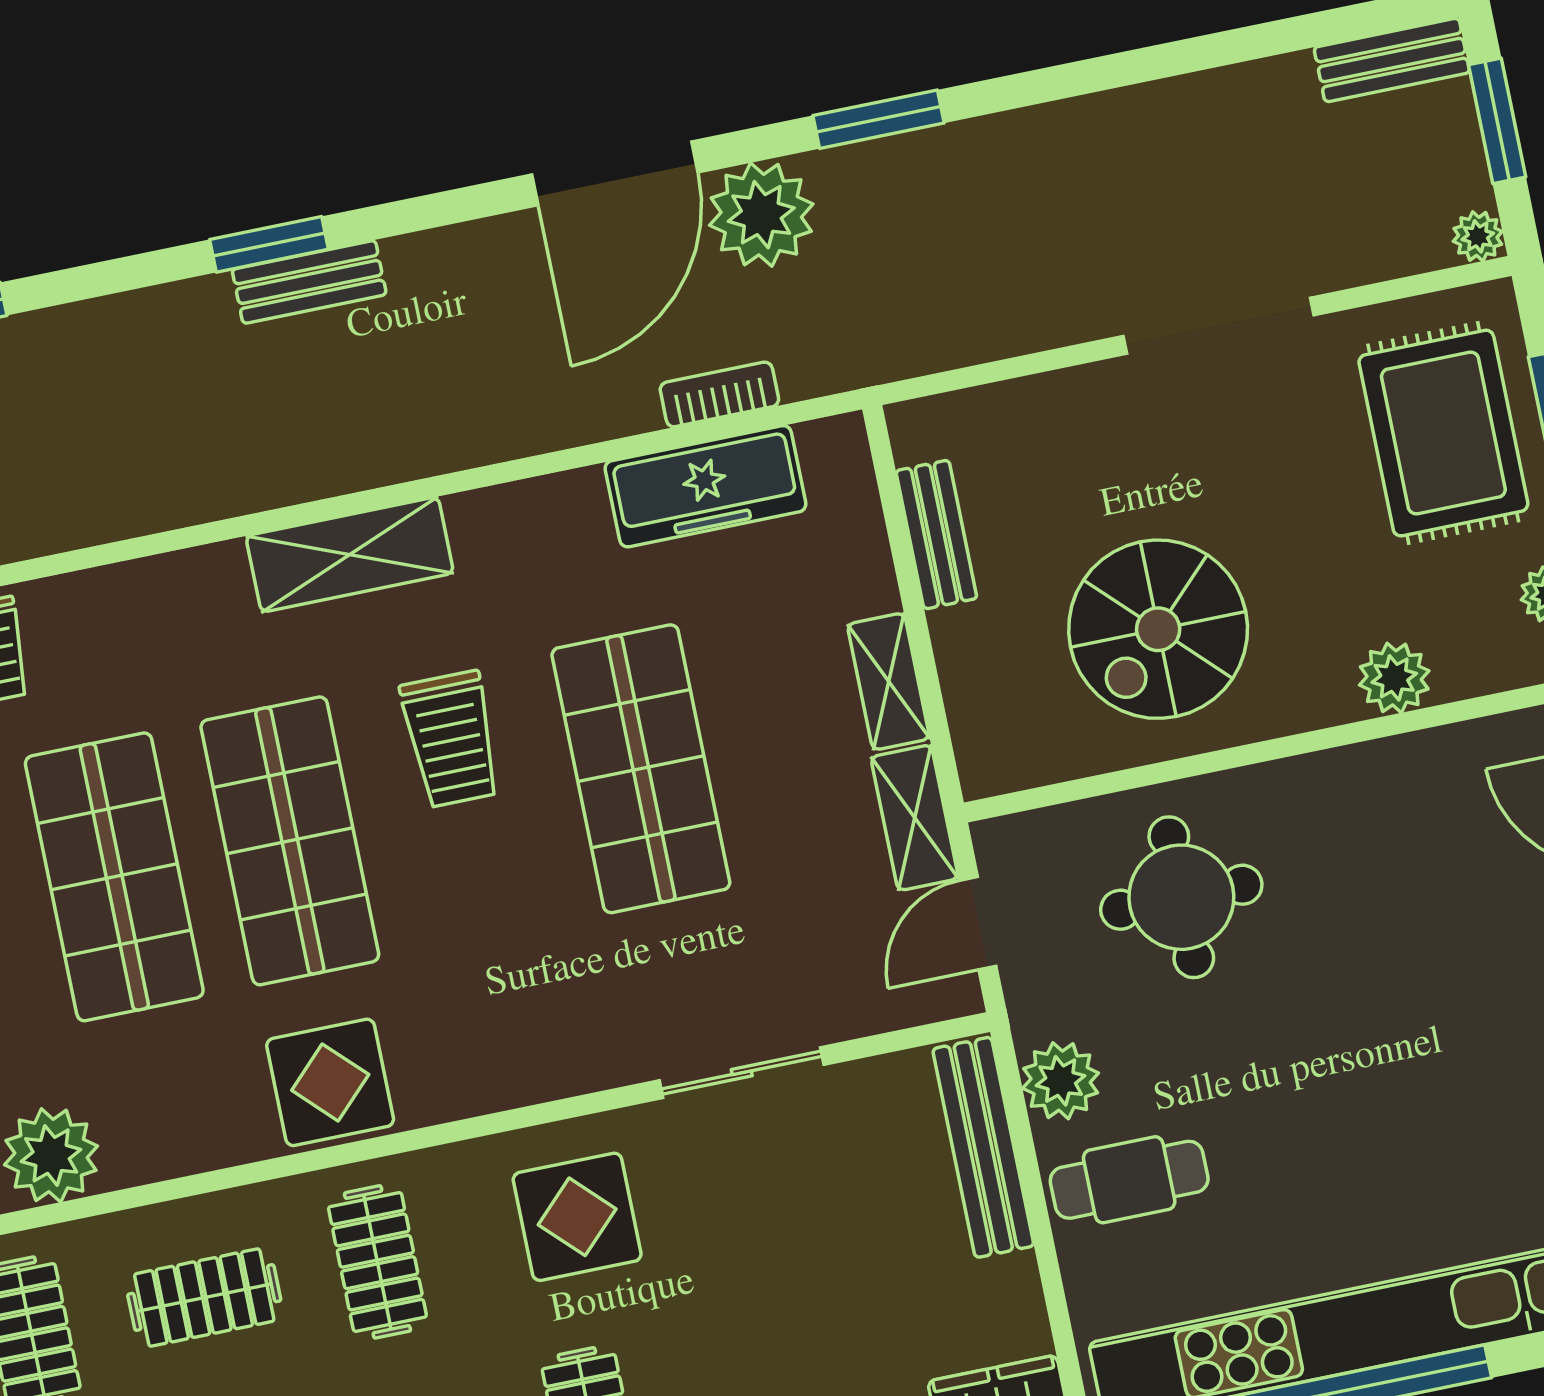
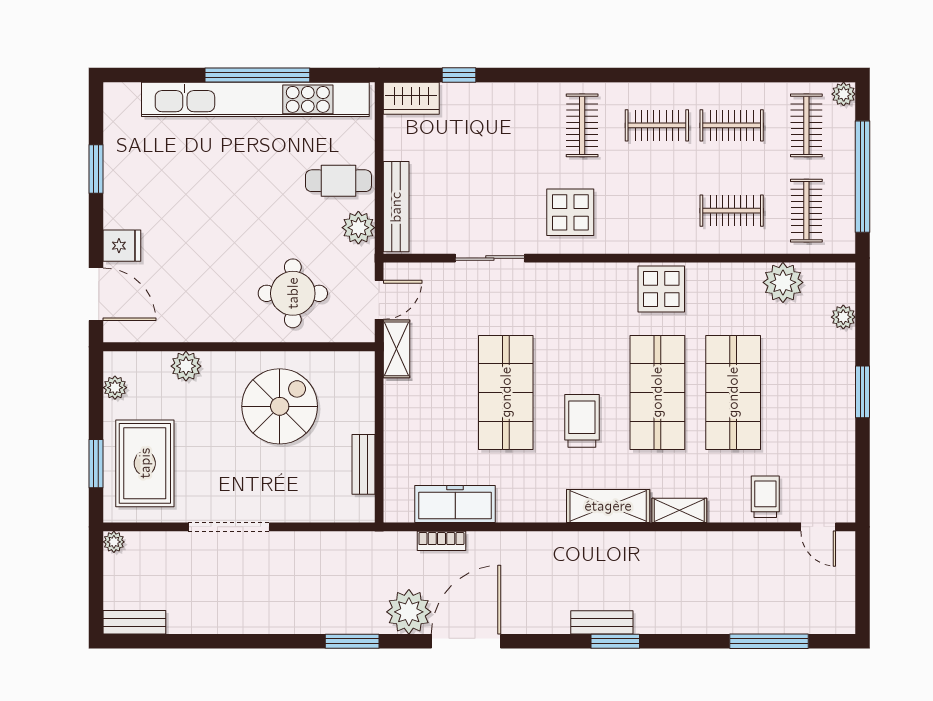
window: (1497, 121) -> (96, 588), removed
shelving: (889, 681) -> (679, 510), moved, turned 90
clothes rail: (377, 1262) -> (657, 211), removed

